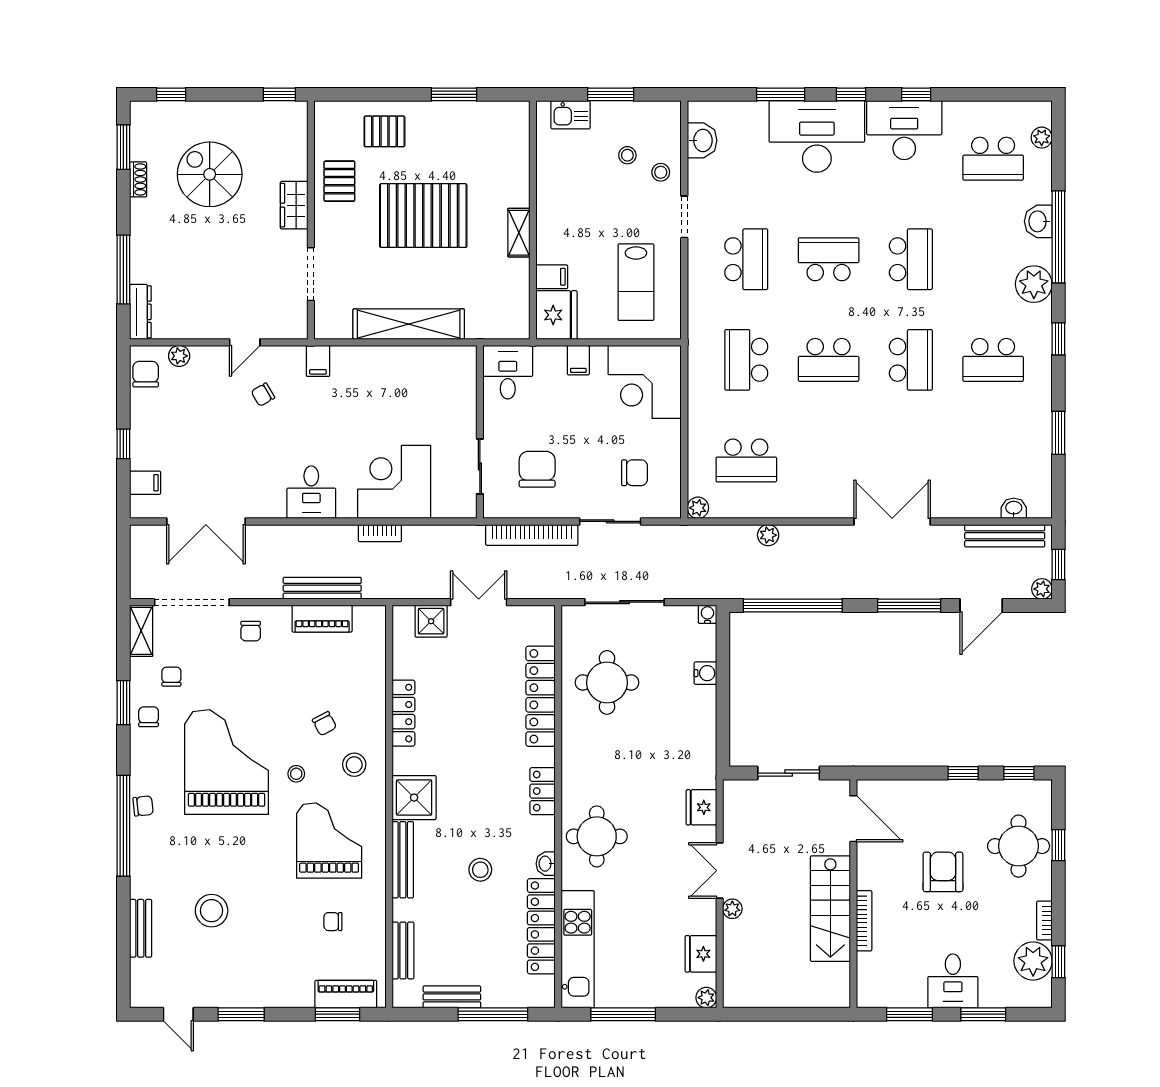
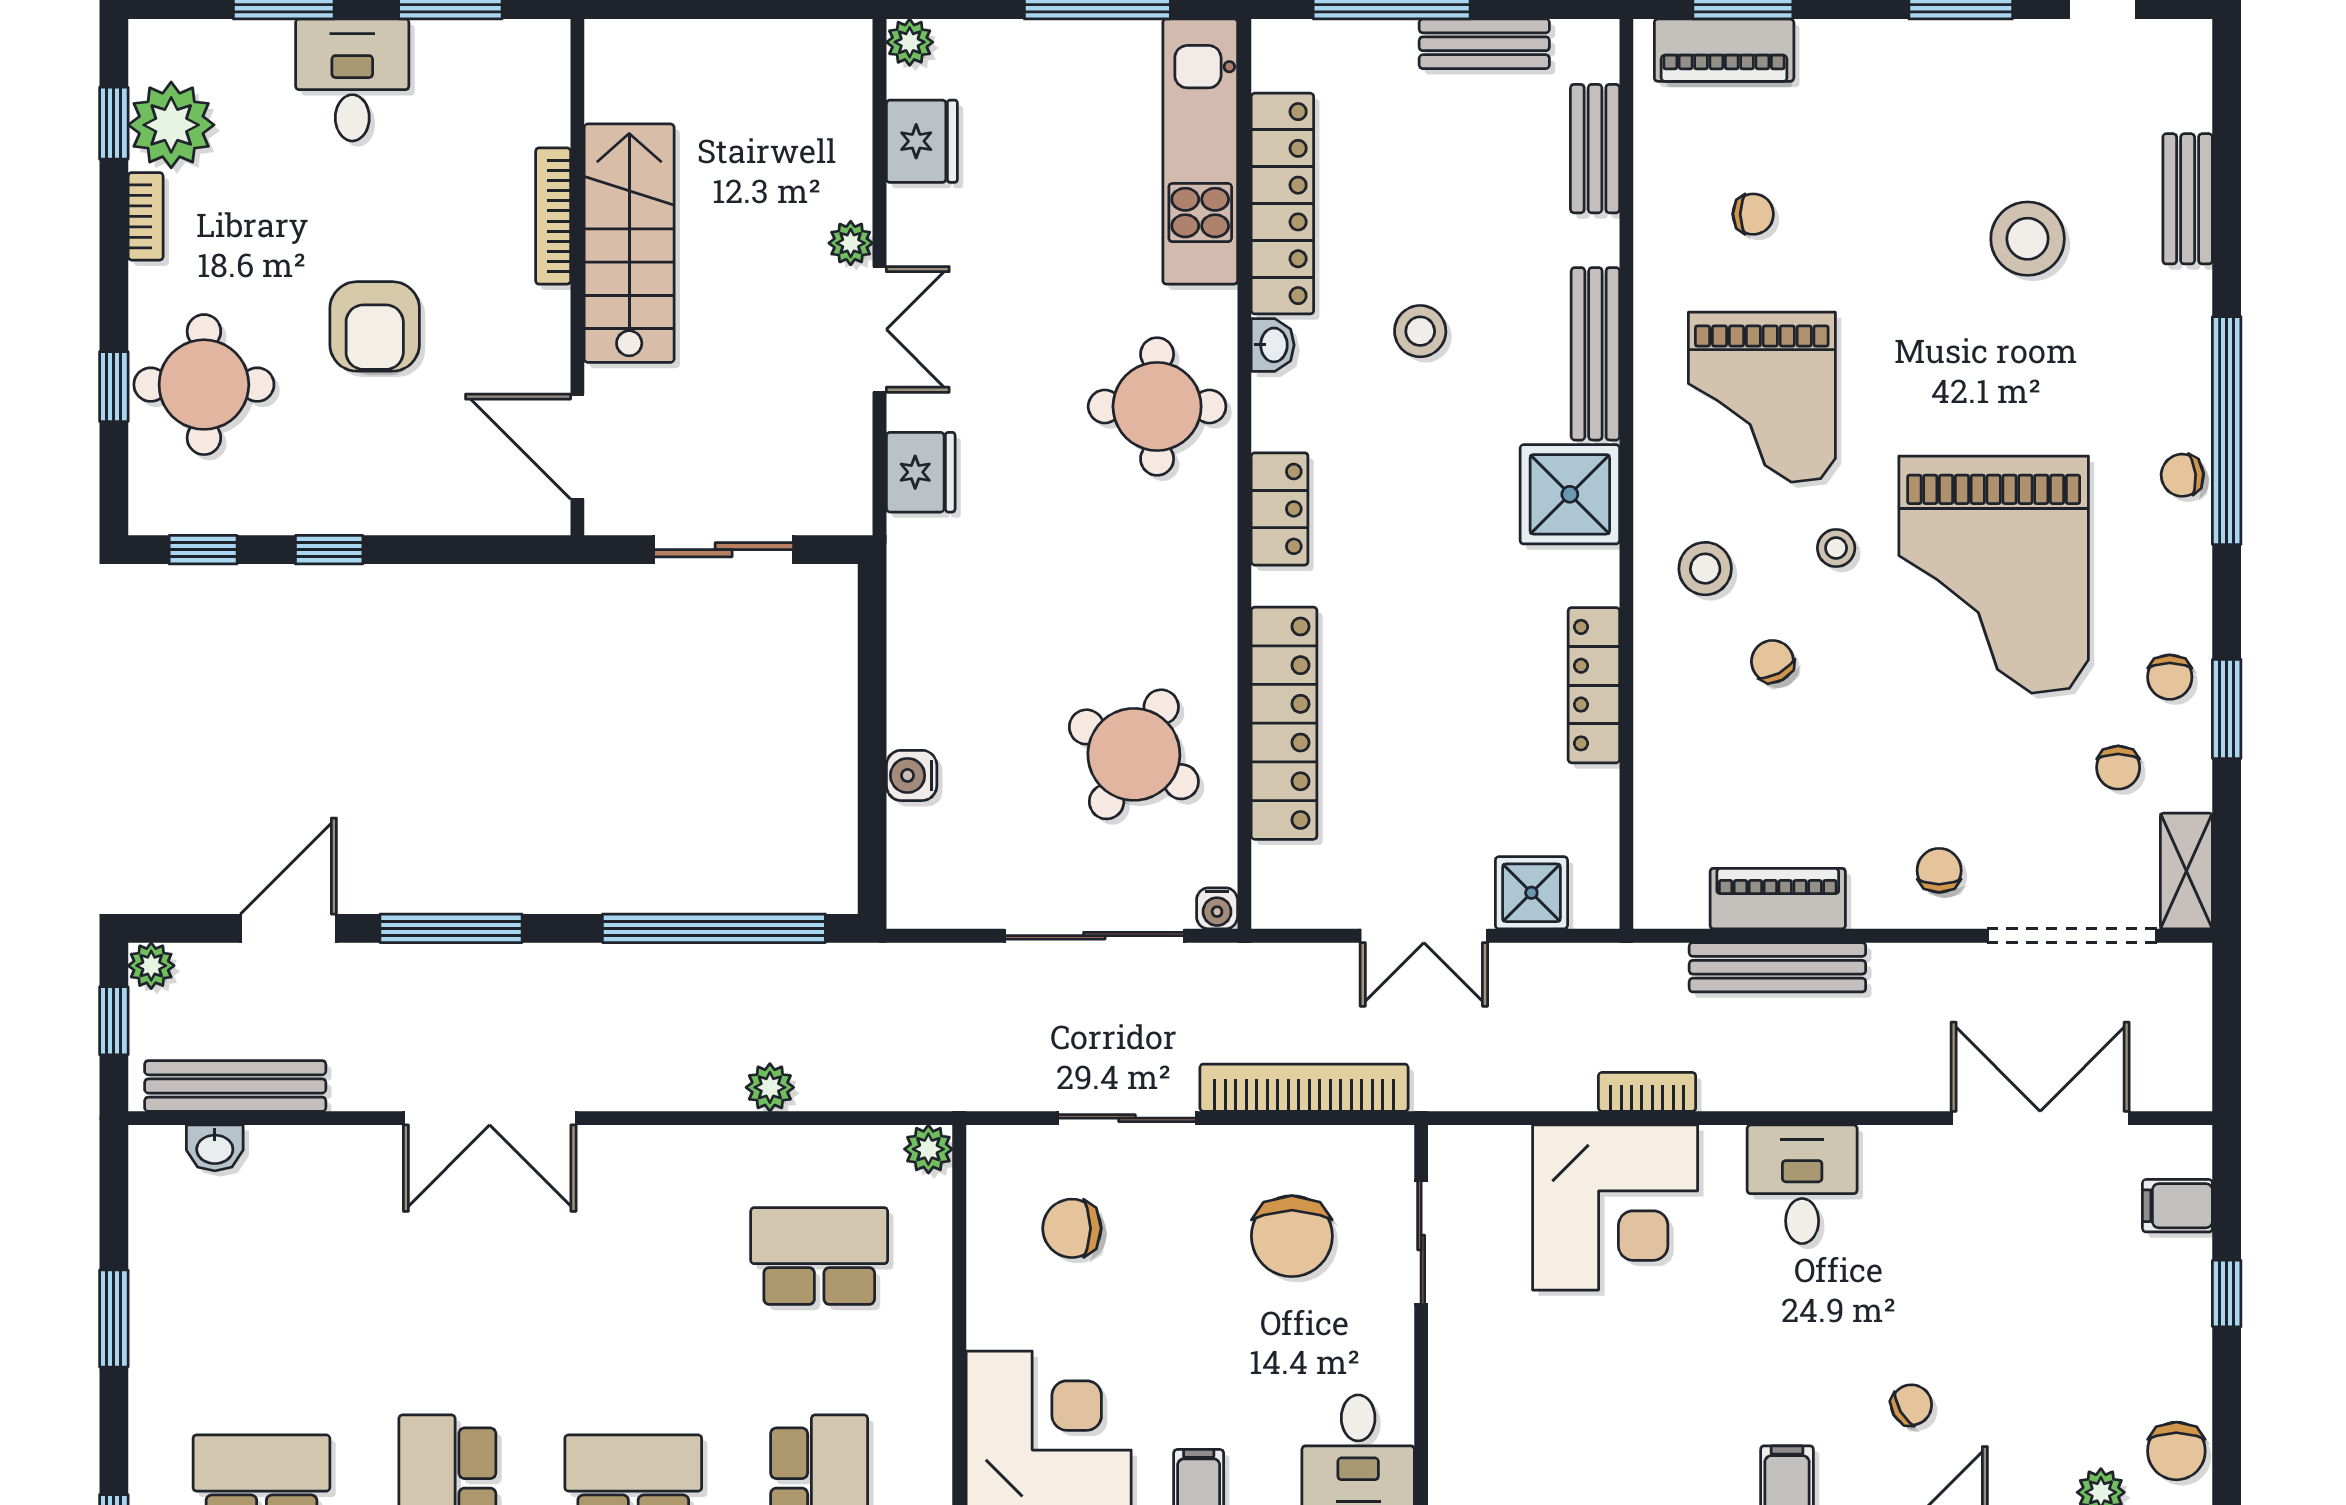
water cooler: (707, 614) -> (1217, 908), moved
round table: (607, 682) -> (1134, 754), turned 30

